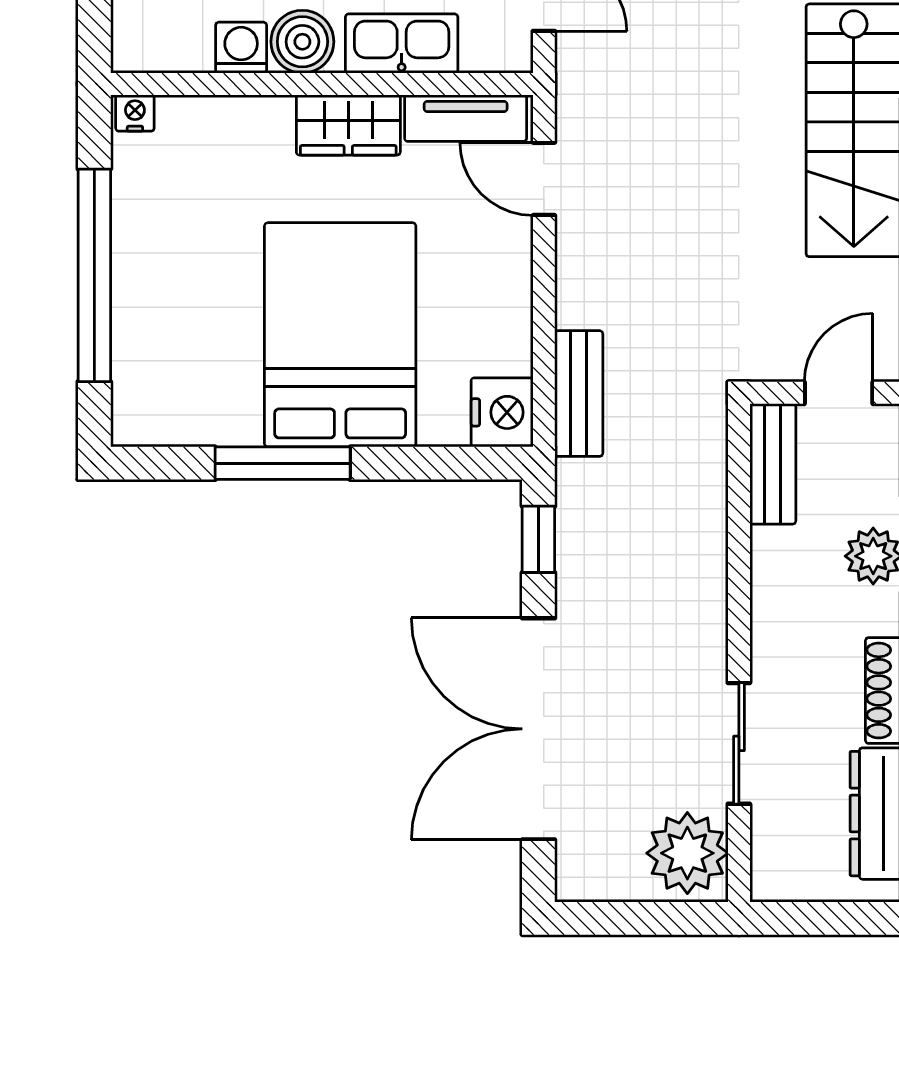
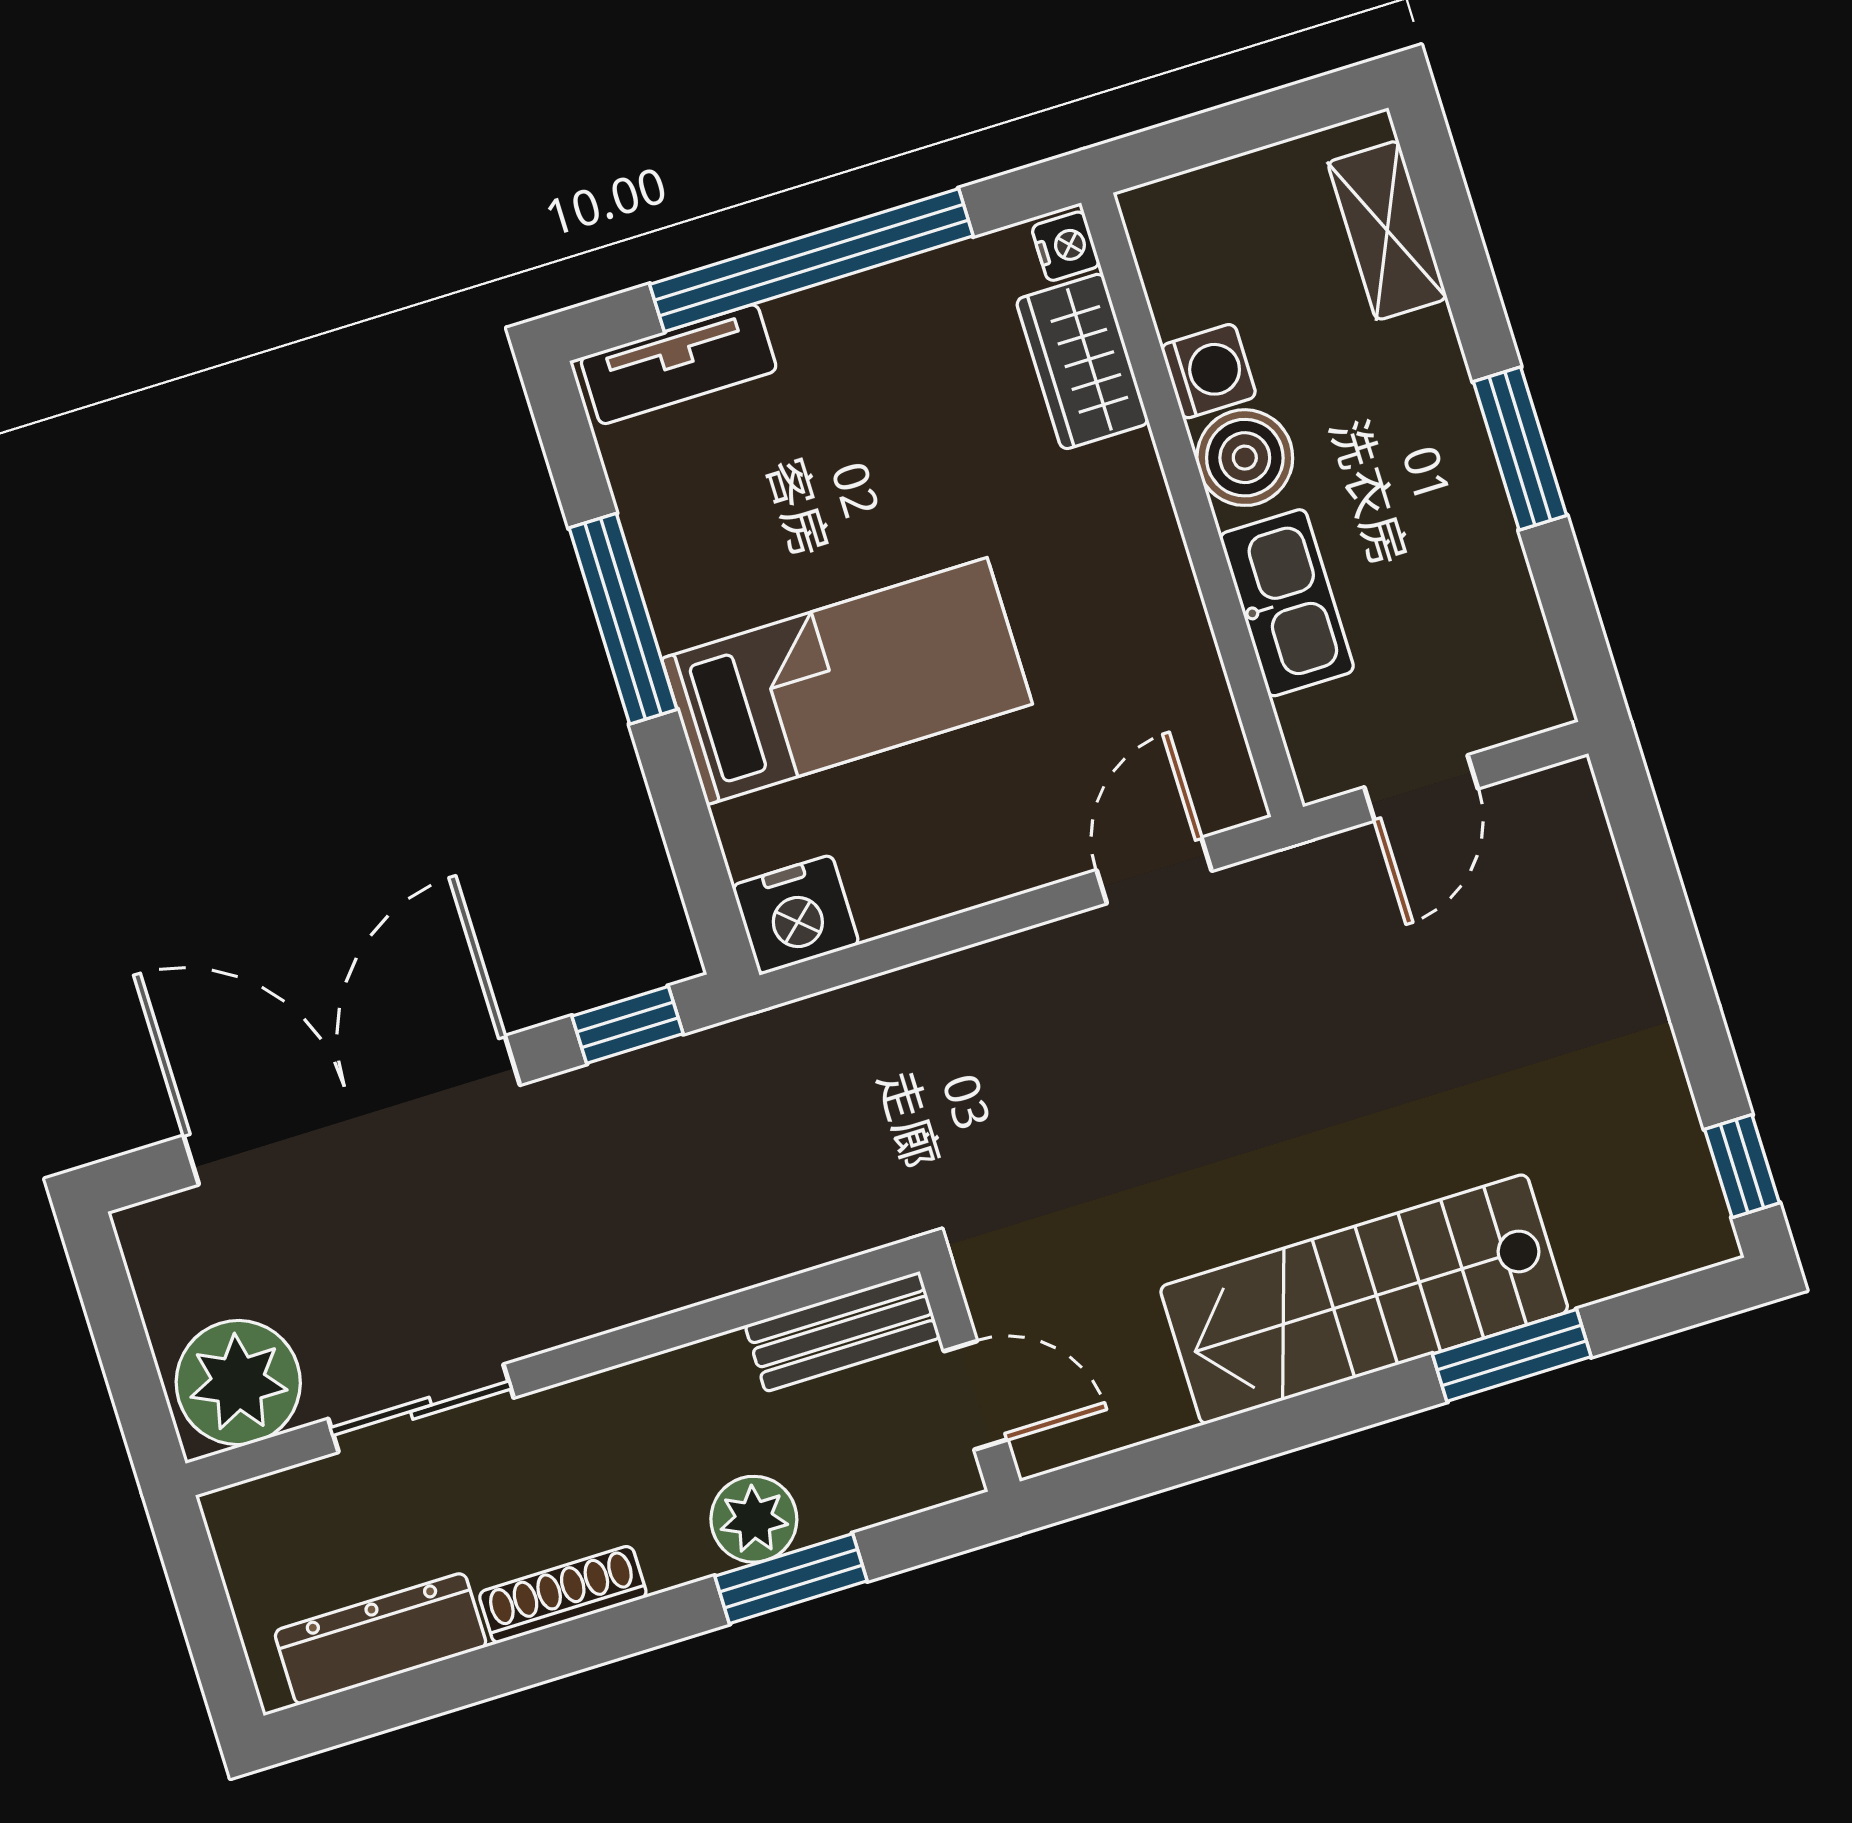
tv unit: (466, 118) -> (679, 364), moved, turned -90
wardrobe: (348, 125) -> (1082, 361), moved
bed: (340, 335) -> (847, 681), width x0.67
bench: (579, 394) -> (858, 1018), removed

